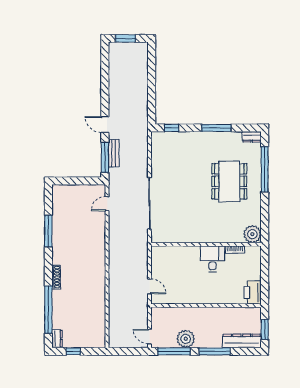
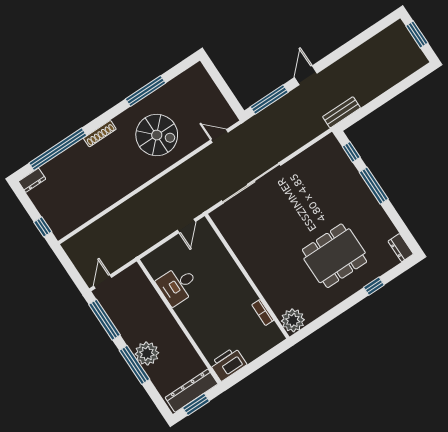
window: (216, 128) -> (374, 186), moved
bench: (114, 153) -> (341, 112), moved
window: (265, 169) -> (374, 286), width x0.32
spiral stairs: (80, 242) -> (157, 135), added
desk: (212, 259) -> (178, 285), moved, turned 180
door: (149, 286) -> (186, 226), moved
plant: (186, 339) -> (147, 353), moved
dresser: (242, 341) -> (192, 391), moved, turned -90
window: (73, 351) -> (43, 227), moved

